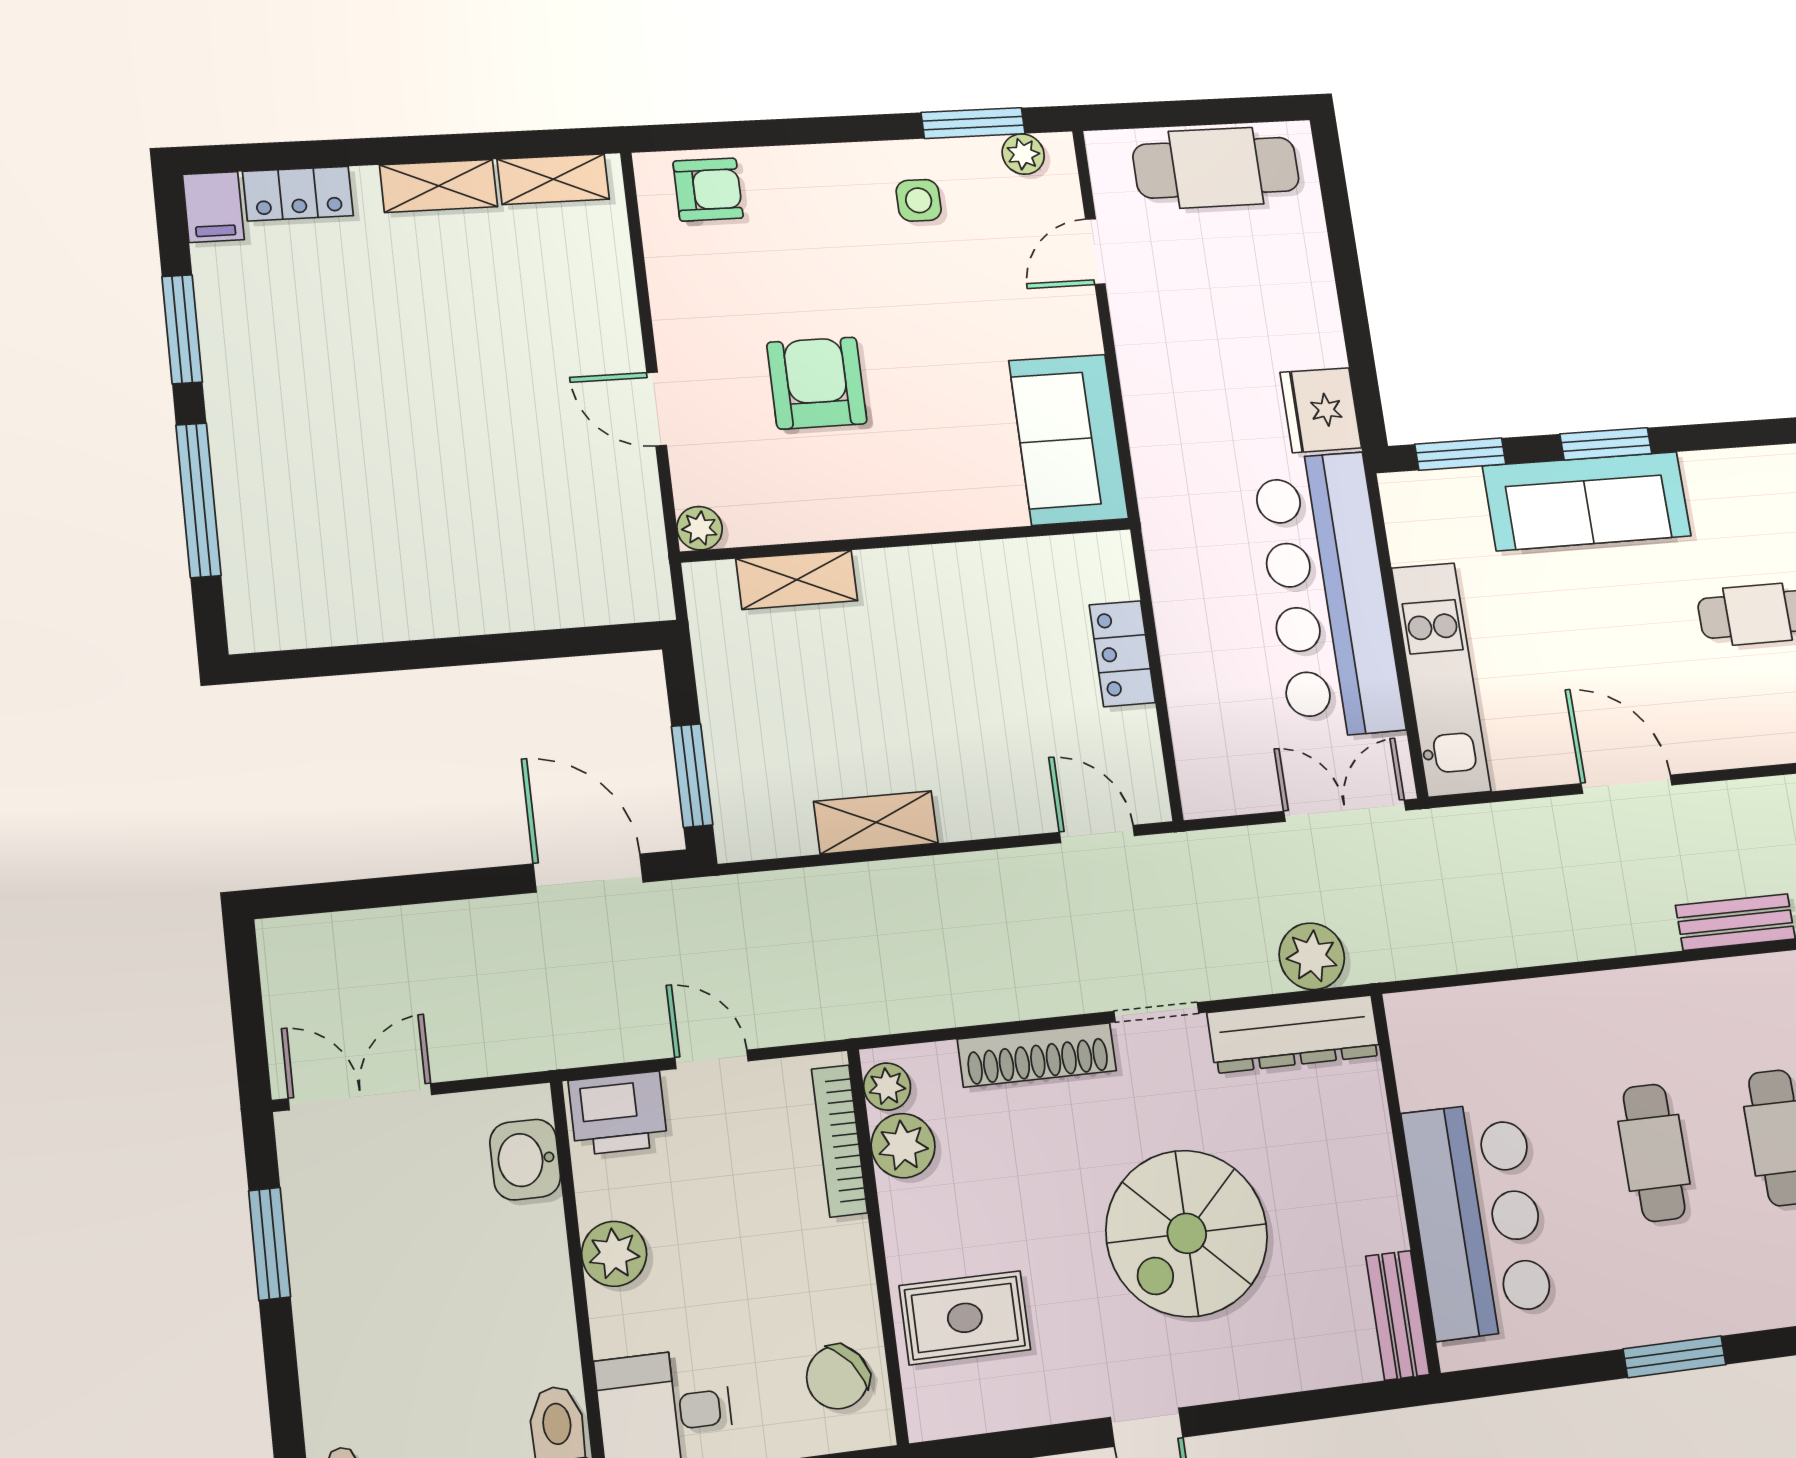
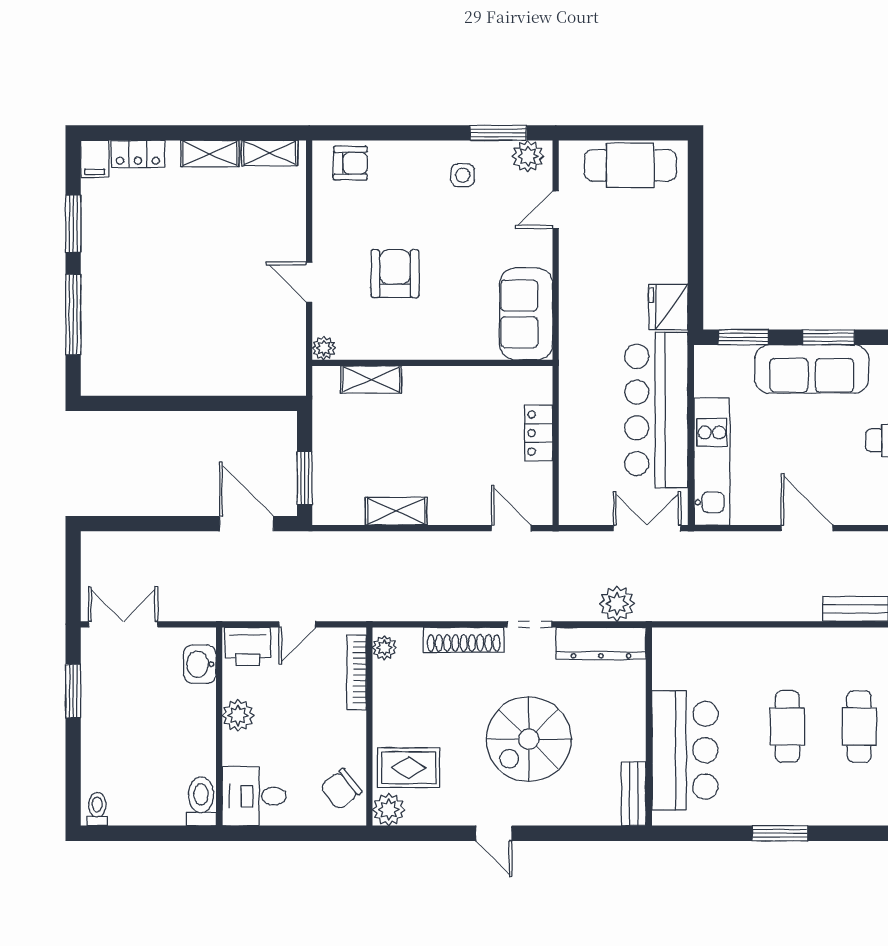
plant: (1023, 154) -> (528, 156), width x1.38, depth x1.38
door: (712, 1059) -> (297, 624), swing flipped
plant: (903, 1146) -> (389, 809), moved

